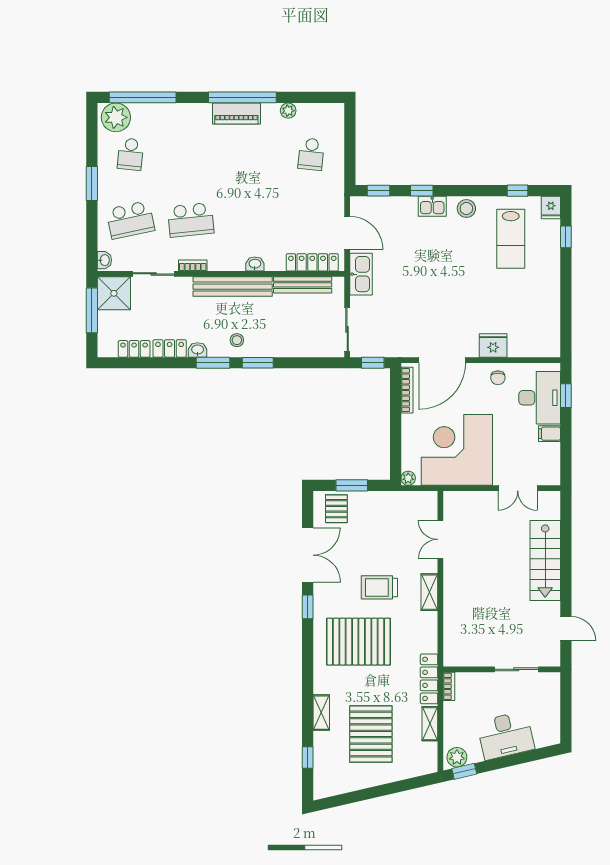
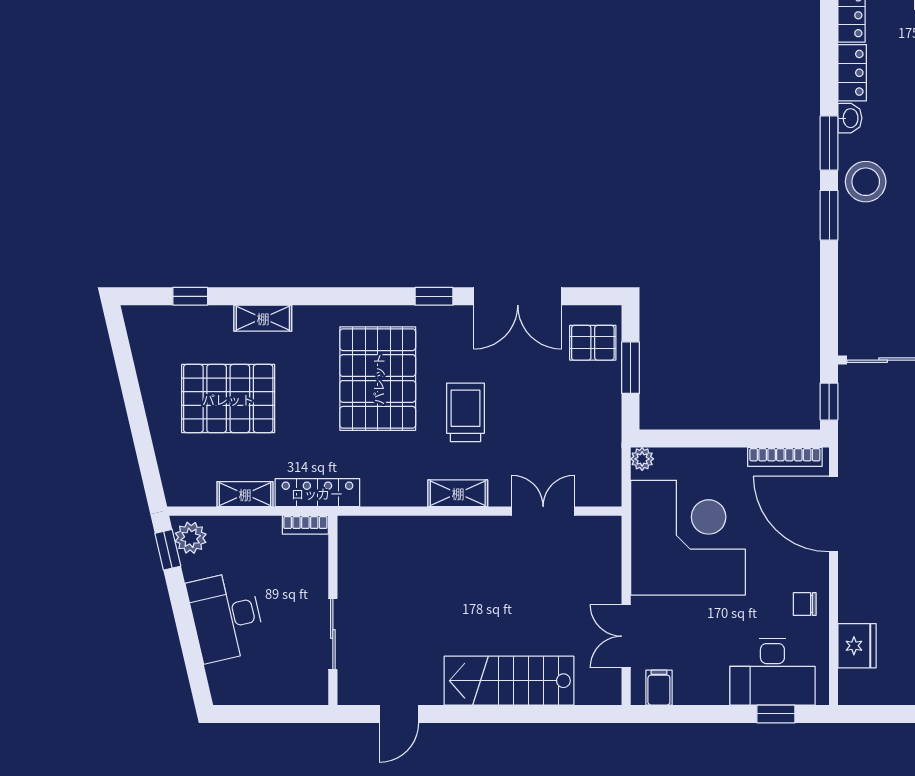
stool: (237, 340) -> (866, 182), width x1.89, depth x1.89
fridge: (493, 345) -> (857, 646), moved
filing cabinet: (549, 434) -> (659, 688), moved

